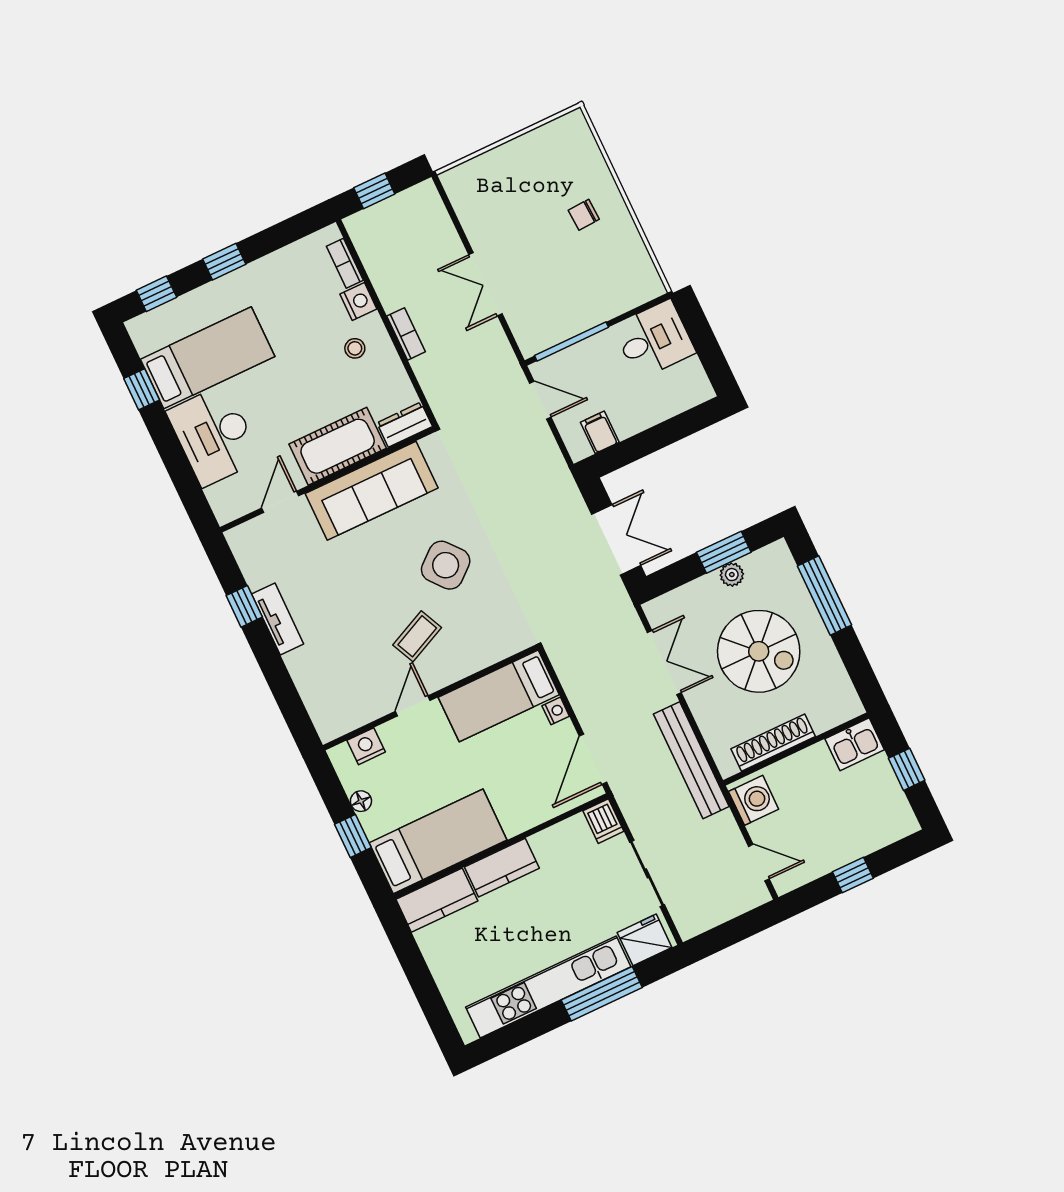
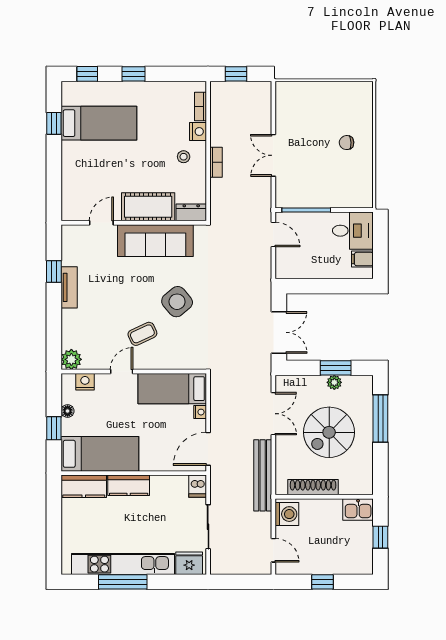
filing cabinet: (600, 432) -> (362, 259), moved, turned -90
desk: (214, 435) -> (82, 168), removed
spiral stairs: (759, 651) -> (329, 432), turned 90
plant: (331, 723) -> (71, 359), added
window: (602, 994) -> (123, 582), moved

